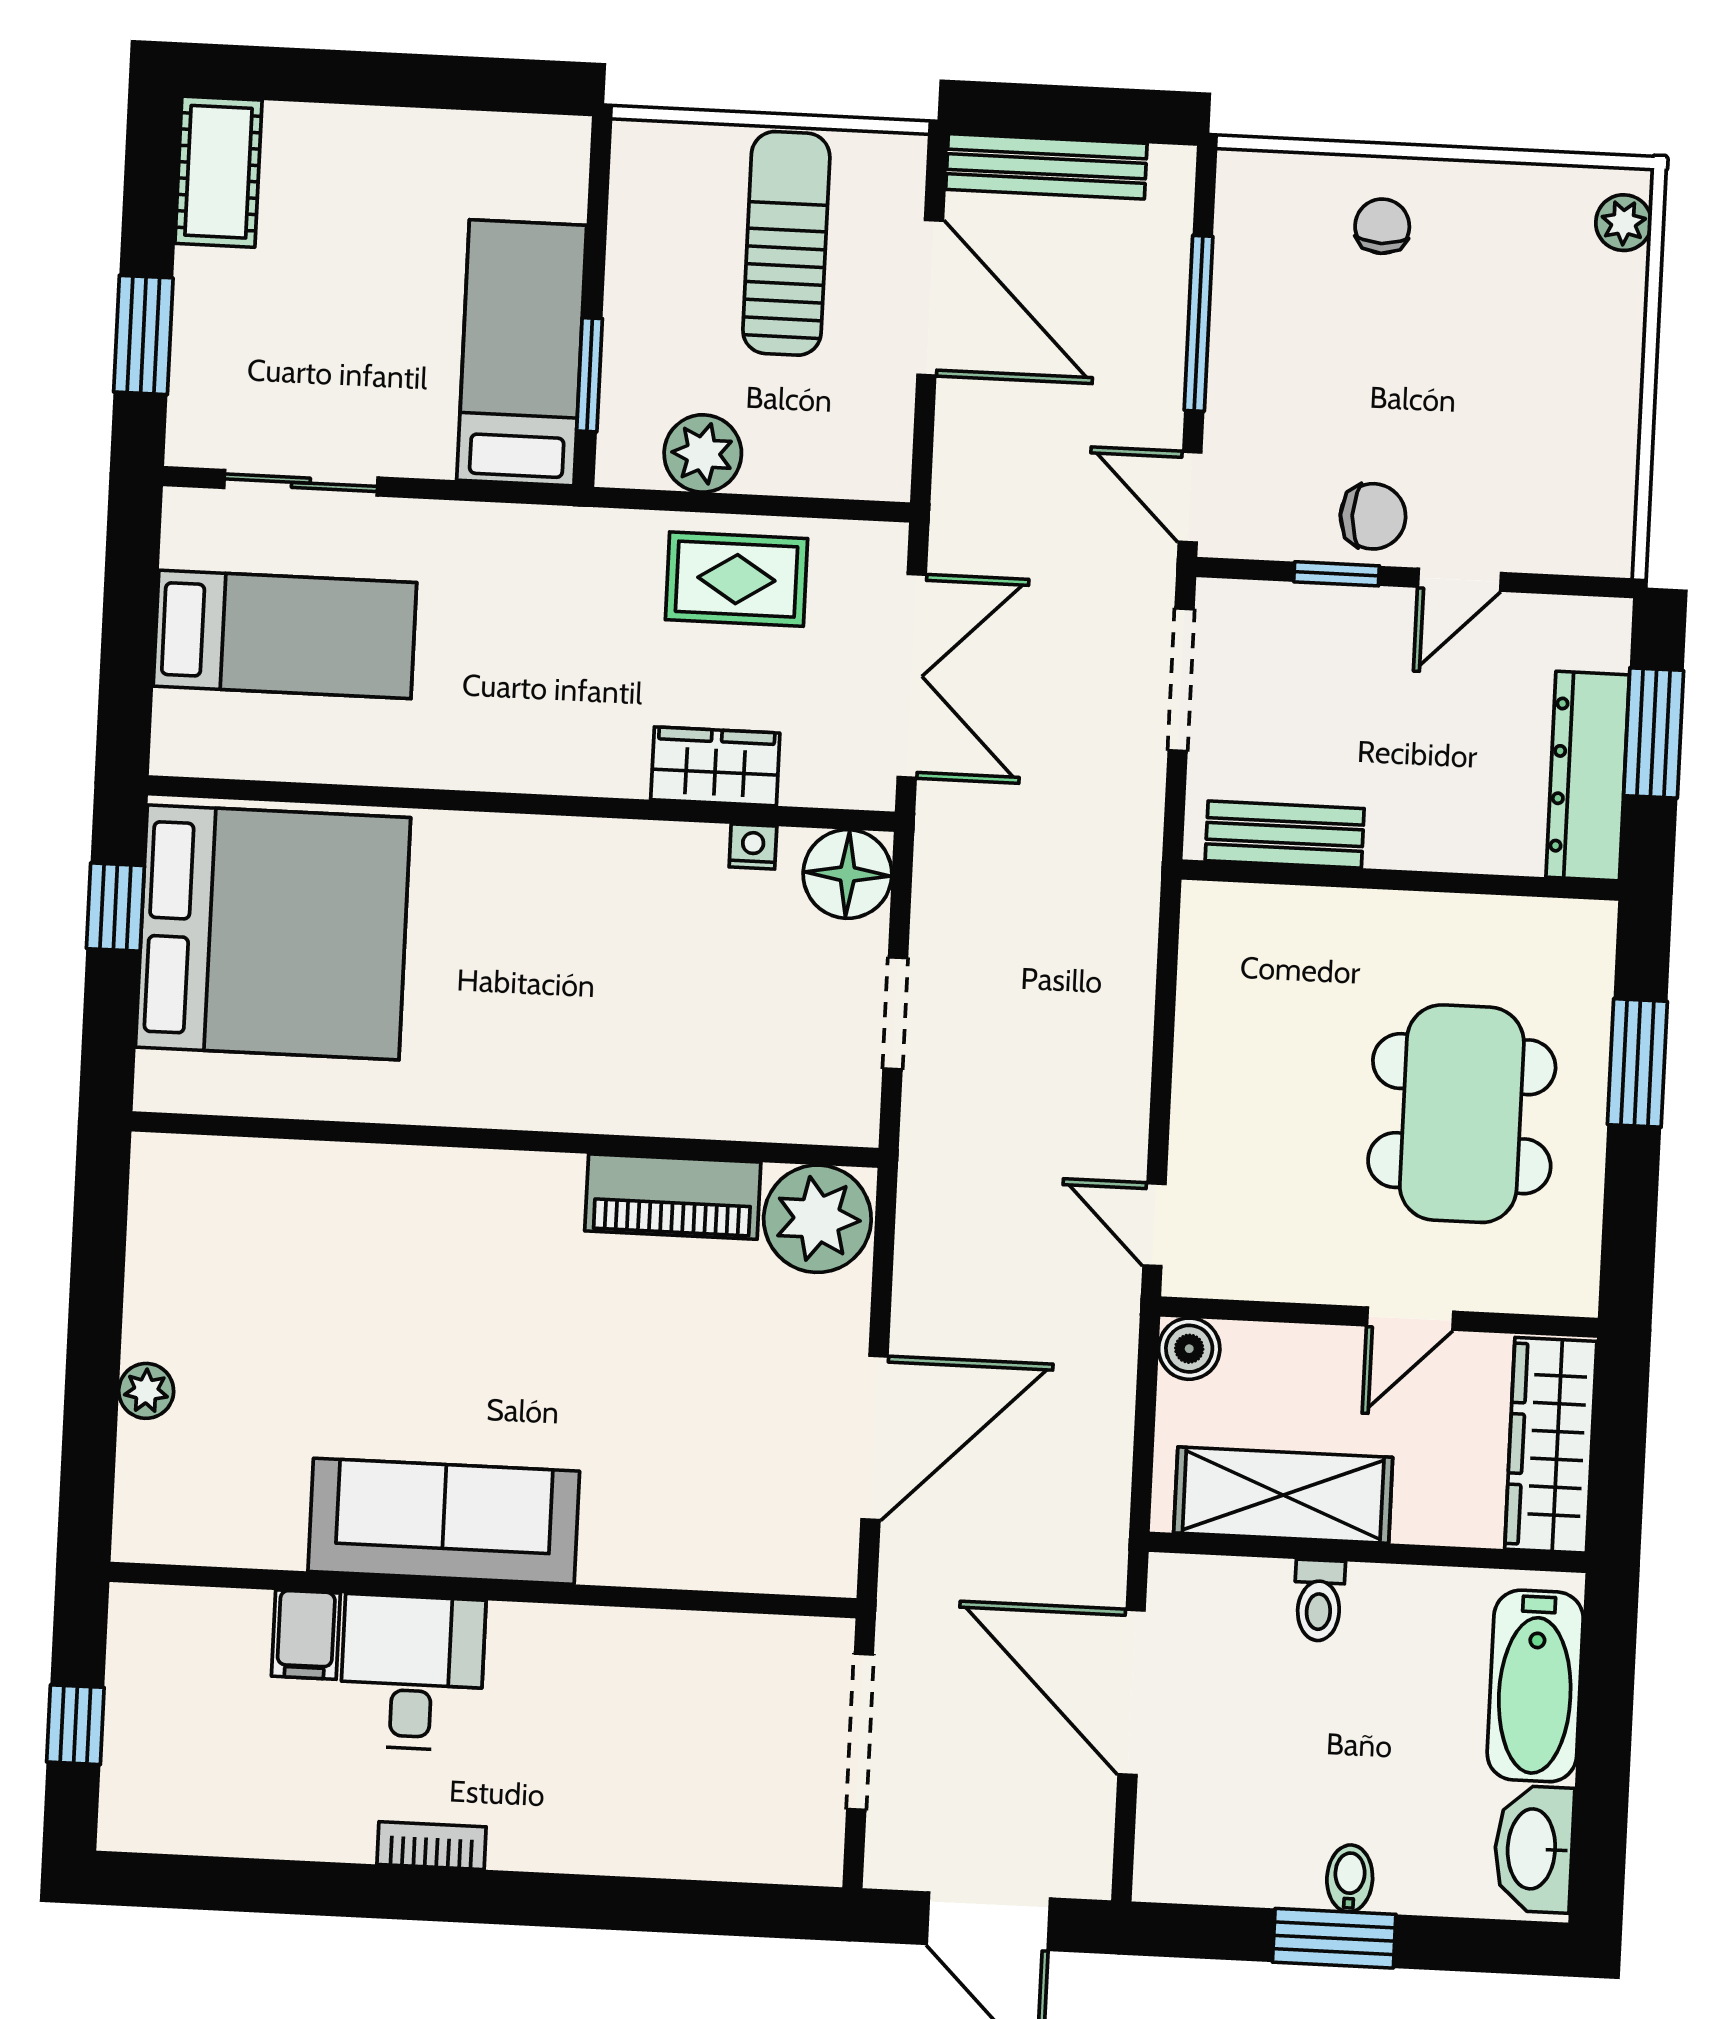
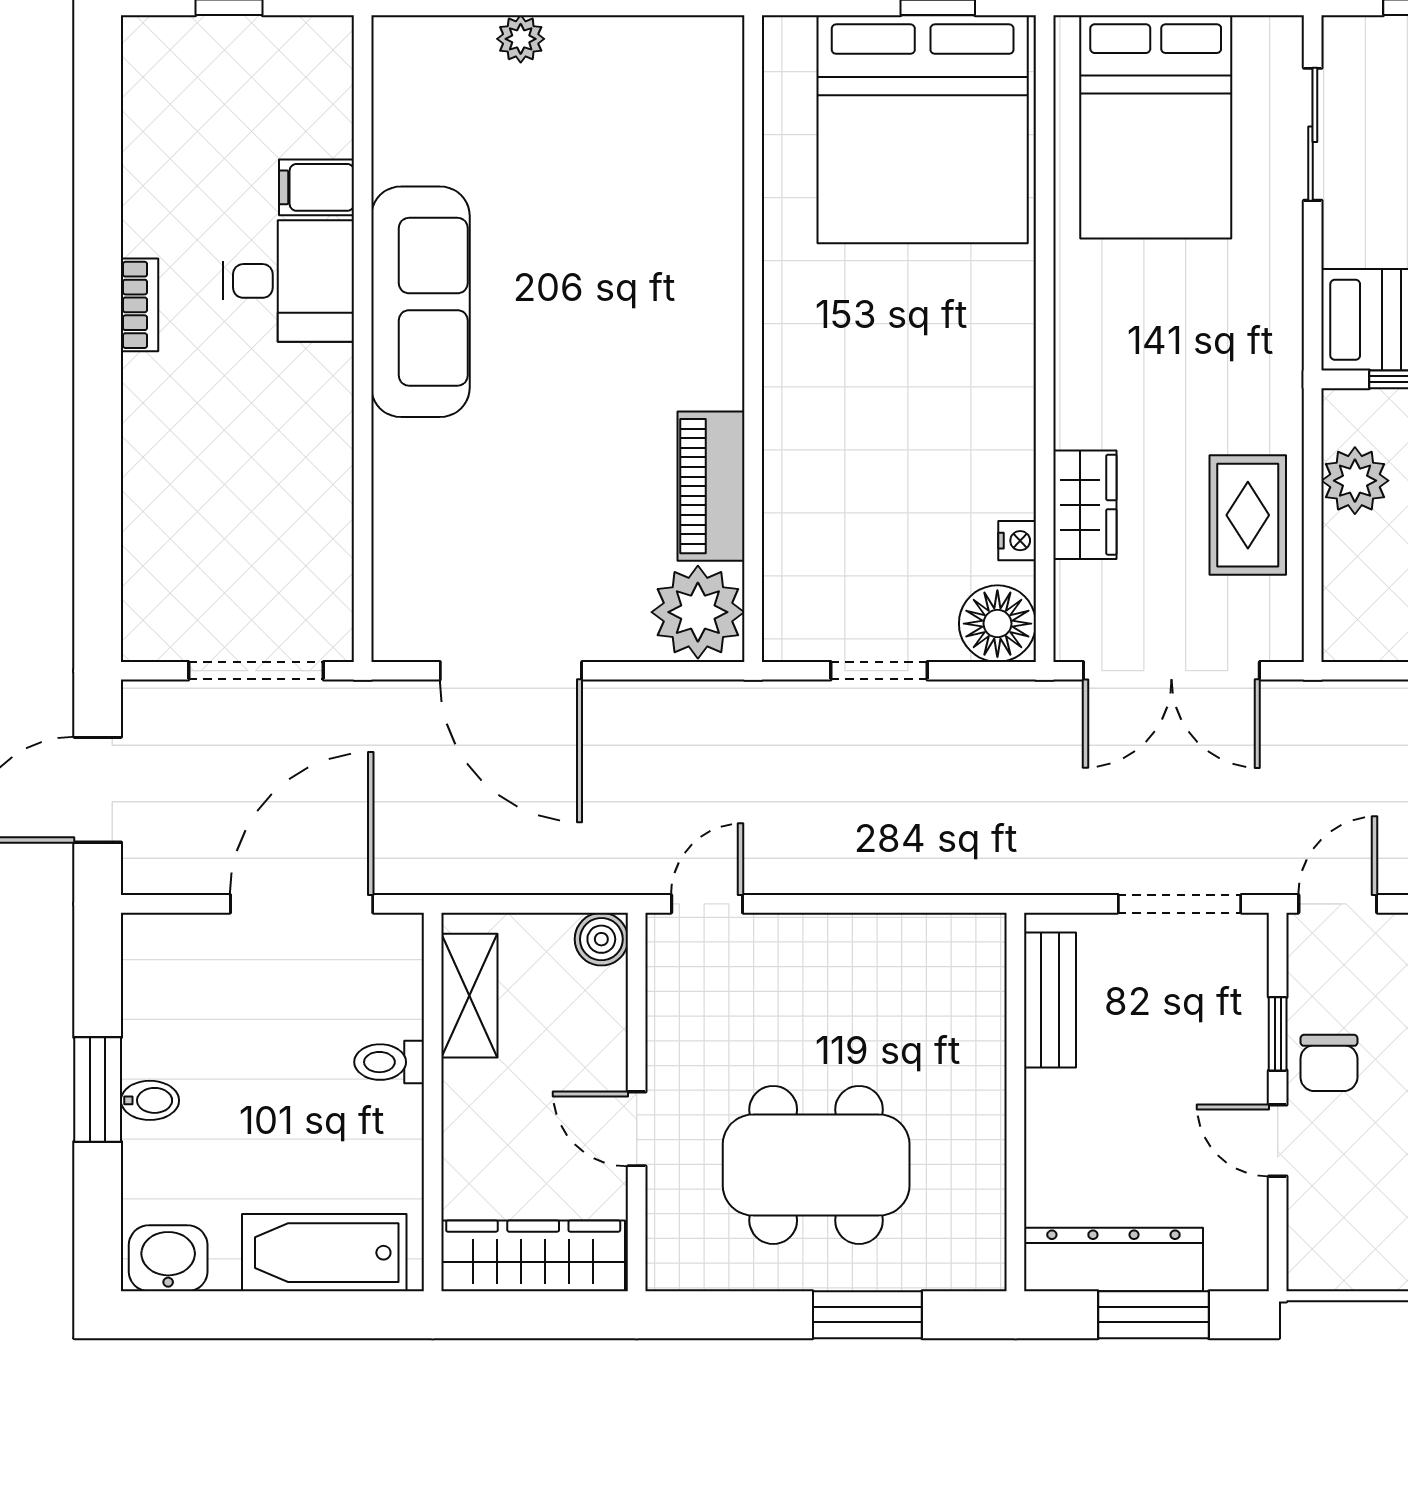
bed: (285, 634) -> (1156, 127), width x1.50
shelving: (1283, 1495) -> (469, 996), width x0.67, depth x0.75
washbasin: (1534, 1849) -> (168, 1258), width x0.72

